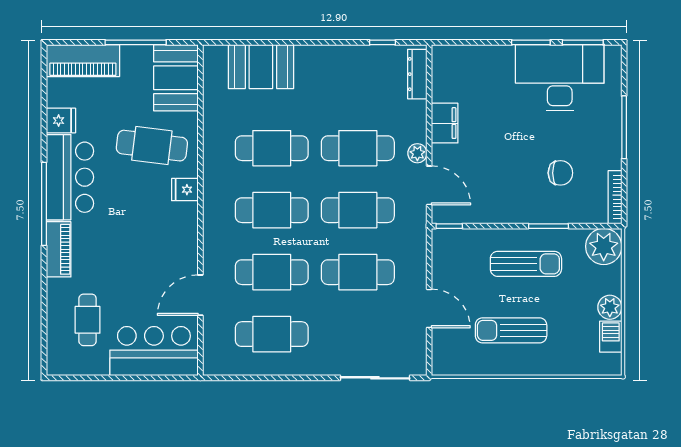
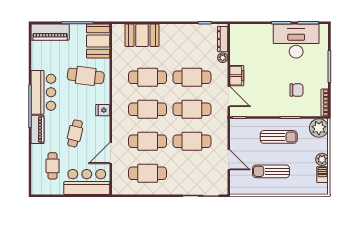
fridge: (61, 121) -> (39, 63), removed
filing cabinet: (445, 123) -> (237, 76), moved
plant: (417, 153) -> (223, 58), moved
fridge: (185, 190) -> (103, 110), moved
cafe table: (131, 257) -> (75, 133), added

